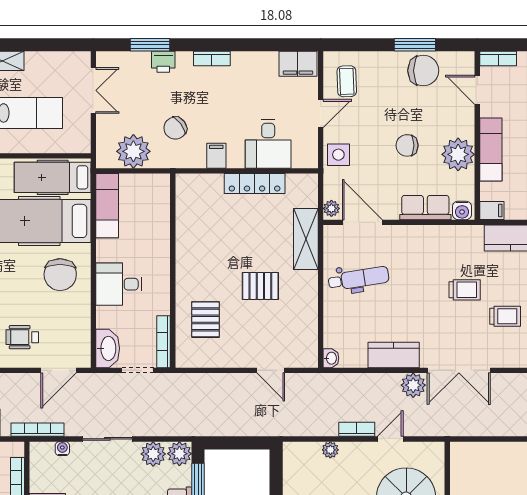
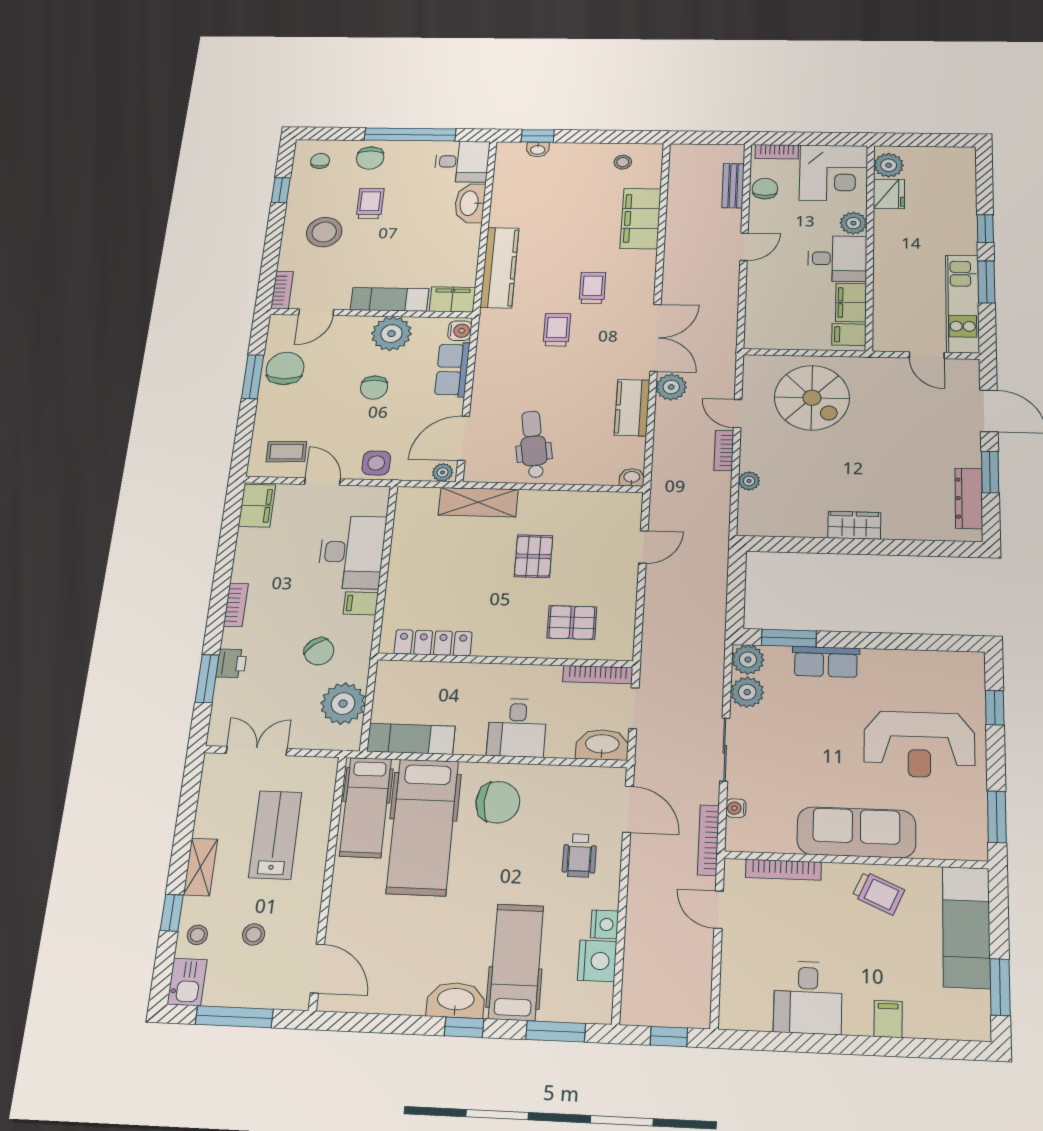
desk: (268, 144) -> (352, 552), width x1.37
locker: (255, 183) -> (433, 643), moved, turned -90
filing cabinet: (492, 210) -> (452, 299), width x2.00

